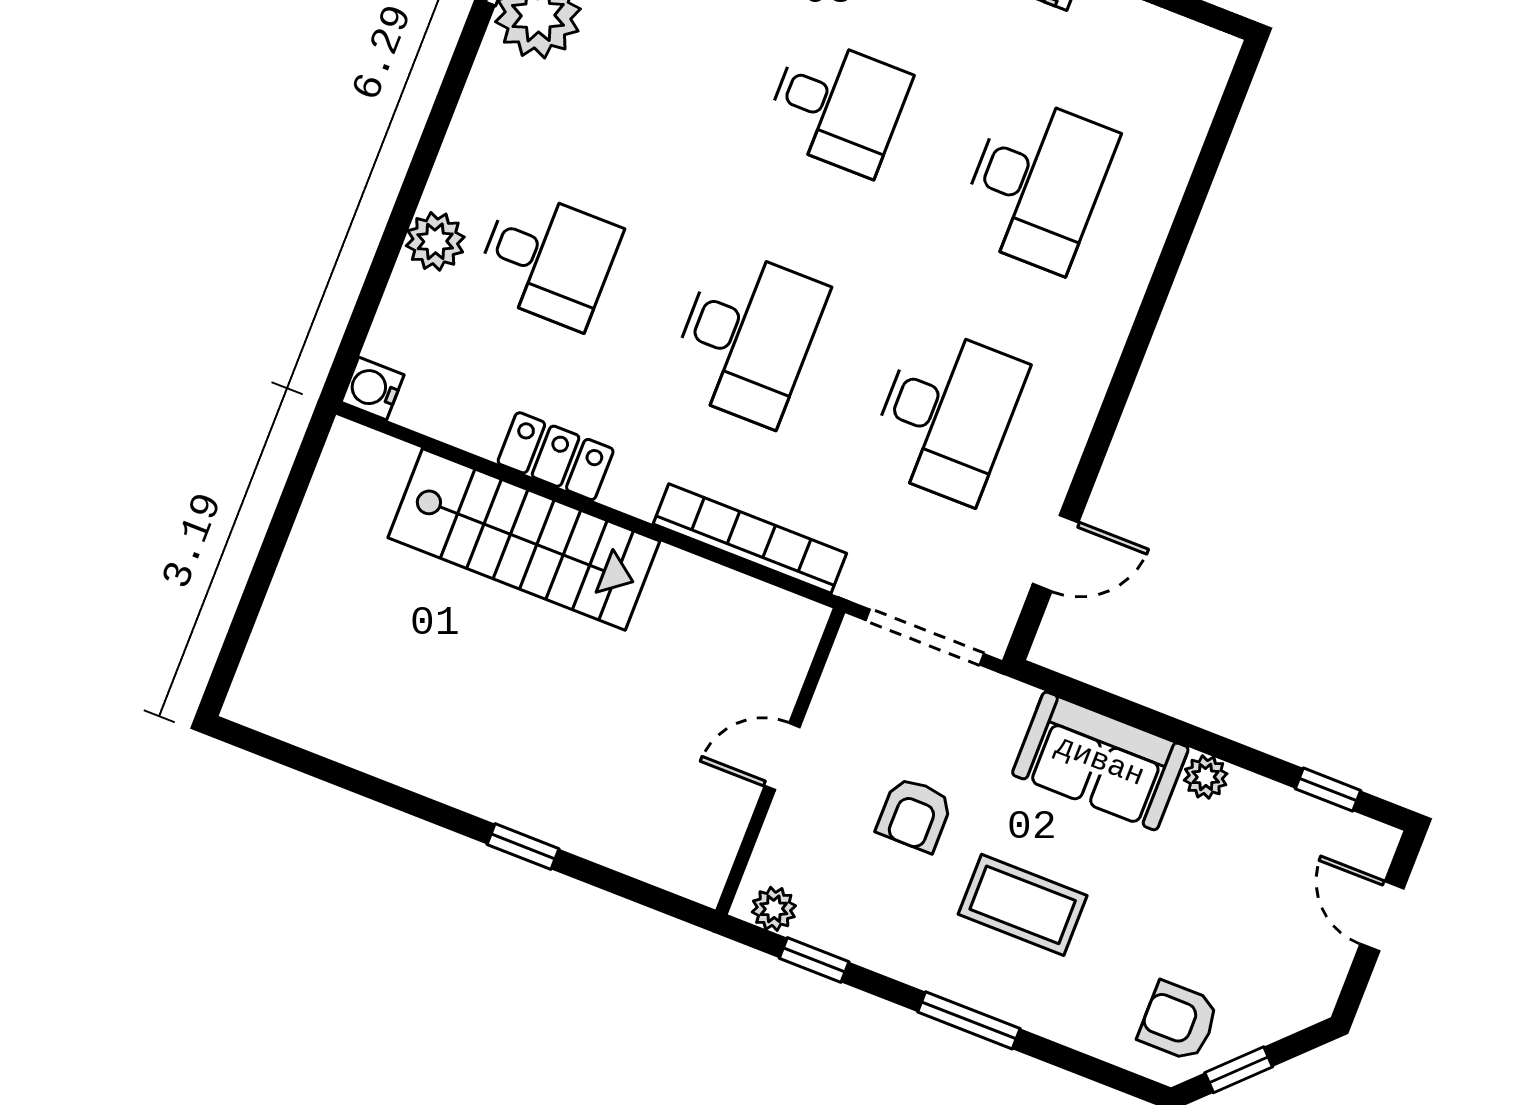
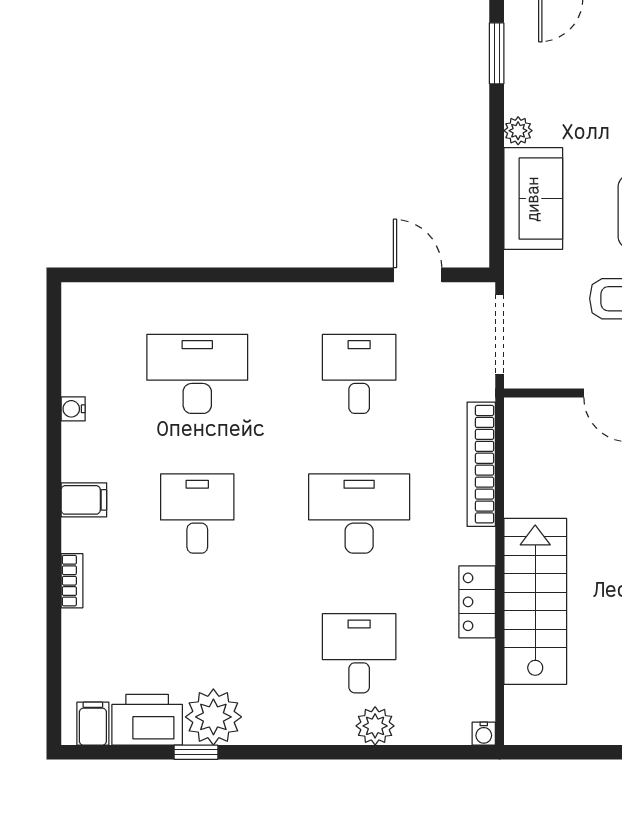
water cooler: (373, 388) -> (484, 734), width x0.72, depth x0.72
desk: (947, 415) -> (359, 374), width x0.73
window: (1328, 790) -> (497, 53), width x1.50

